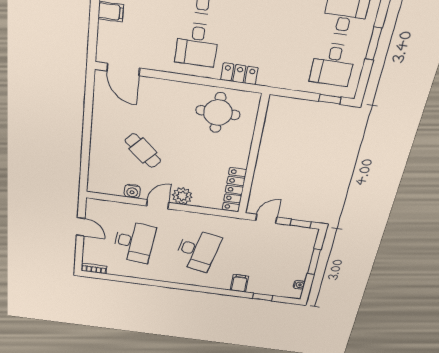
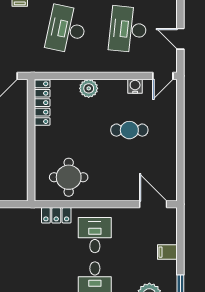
cafe table: (143, 151) -> (129, 130), turned -42
door: (158, 204) -> (163, 76), moved

